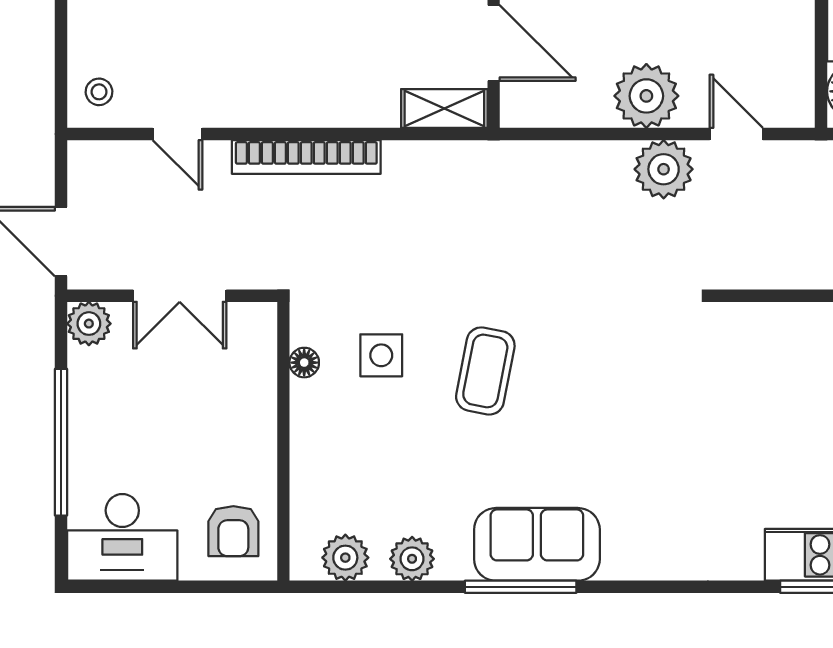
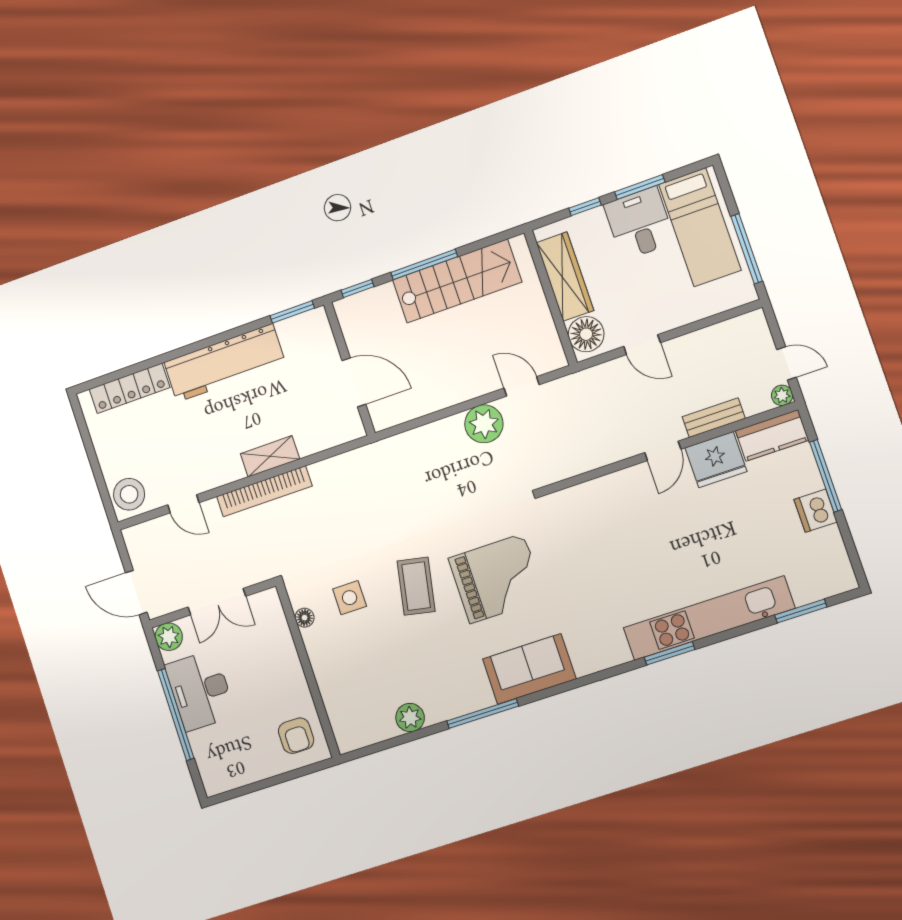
stool: (99, 92) -> (129, 494), width x1.89, depth x1.89
plant: (646, 96) -> (458, 382), removed
shelving: (444, 109) -> (270, 456), moved
grand piano: (607, 399) -> (497, 579), added
desk: (122, 537) -> (200, 690), moved, turned 90
sofa: (537, 544) -> (529, 669), moved
plant: (345, 558) -> (369, 730), removed

